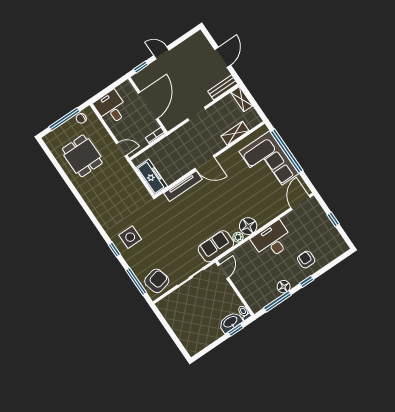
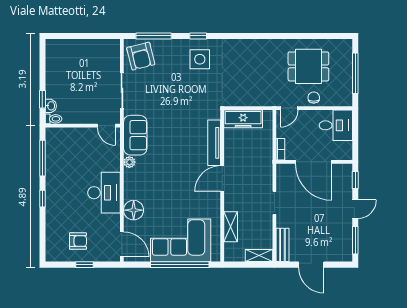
window: (184, 38) -> (355, 240), added
chair: (81, 118) -> (314, 98), moved
floor lamp: (248, 226) -> (134, 210), moved
armchair: (306, 259) -> (78, 241), moved
floor lamp: (284, 287) -> (53, 173), removed
washbasin: (231, 322) -> (51, 106), width x0.52, depth x0.69

